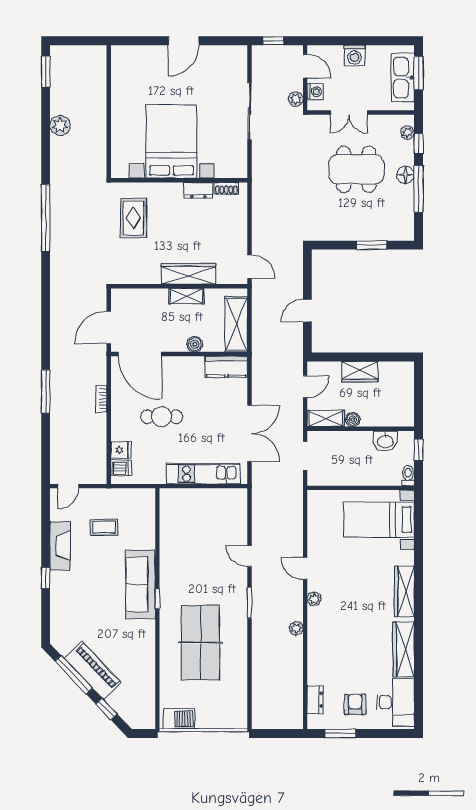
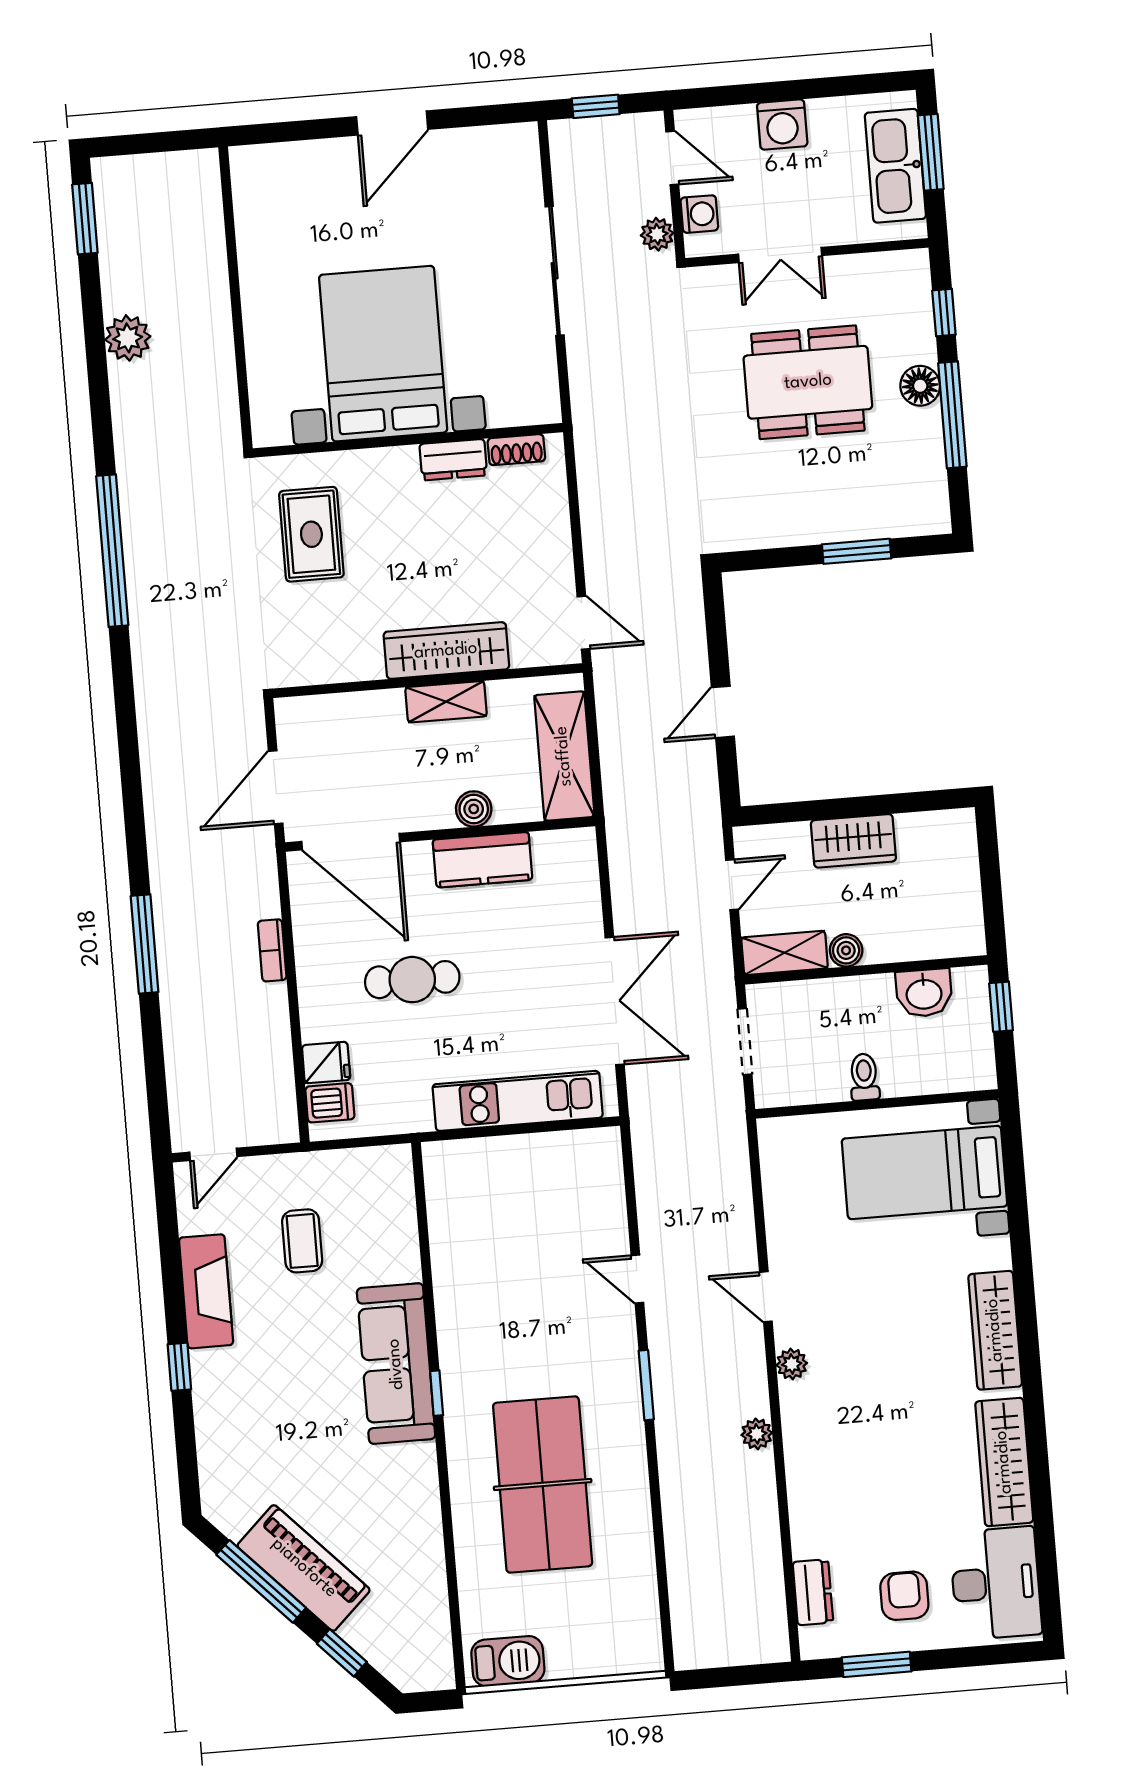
plant: (408, 132) -> (917, 289), removed
kitchen counter: (226, 367) -> (483, 860), moved
toilet: (408, 476) -> (864, 1077), moved
coffee table: (104, 527) -> (302, 1241), turned 90

